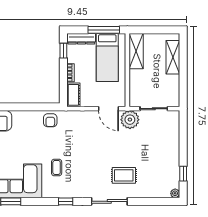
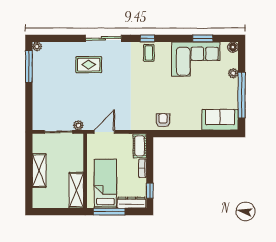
shelving: (173, 57) -> (39, 170), moved
door: (108, 109) -> (104, 132), hinge flipped
plant: (130, 120) -> (78, 125), width x0.53, depth x0.53
coffee table: (57, 167) -> (149, 53), moved
window: (183, 174) -> (29, 66), width x2.17

